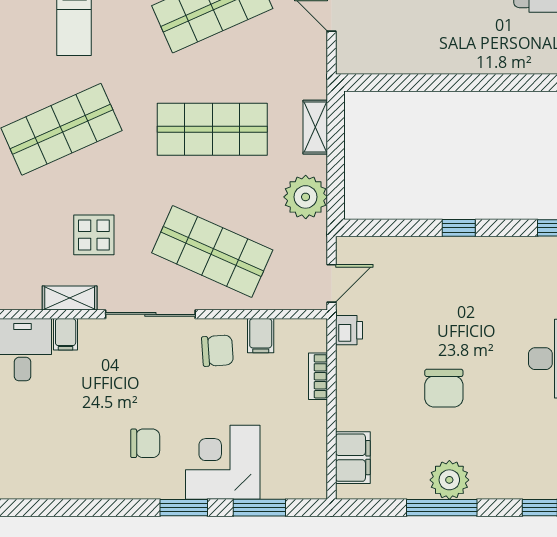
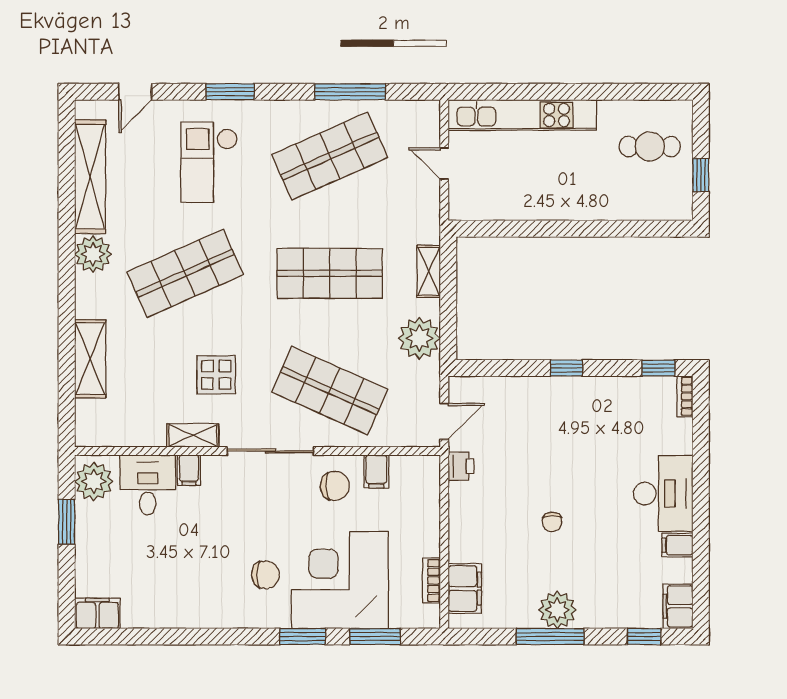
bookcase: (318, 376) -> (431, 580), moved
chair: (444, 388) -> (552, 522), width x0.54, depth x0.54
corner desk: (223, 462) -> (340, 580), width x1.36, depth x1.36

